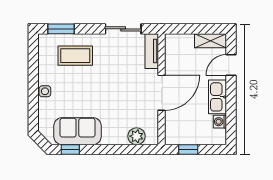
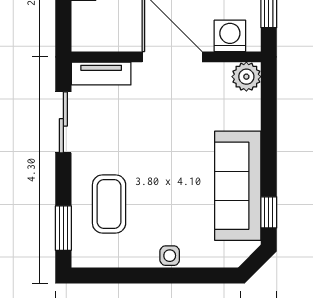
washing machine: (174, 127) -> (230, 36), added
sofa: (77, 131) -> (238, 186), width x1.36
plant: (137, 136) -> (246, 77), moved

